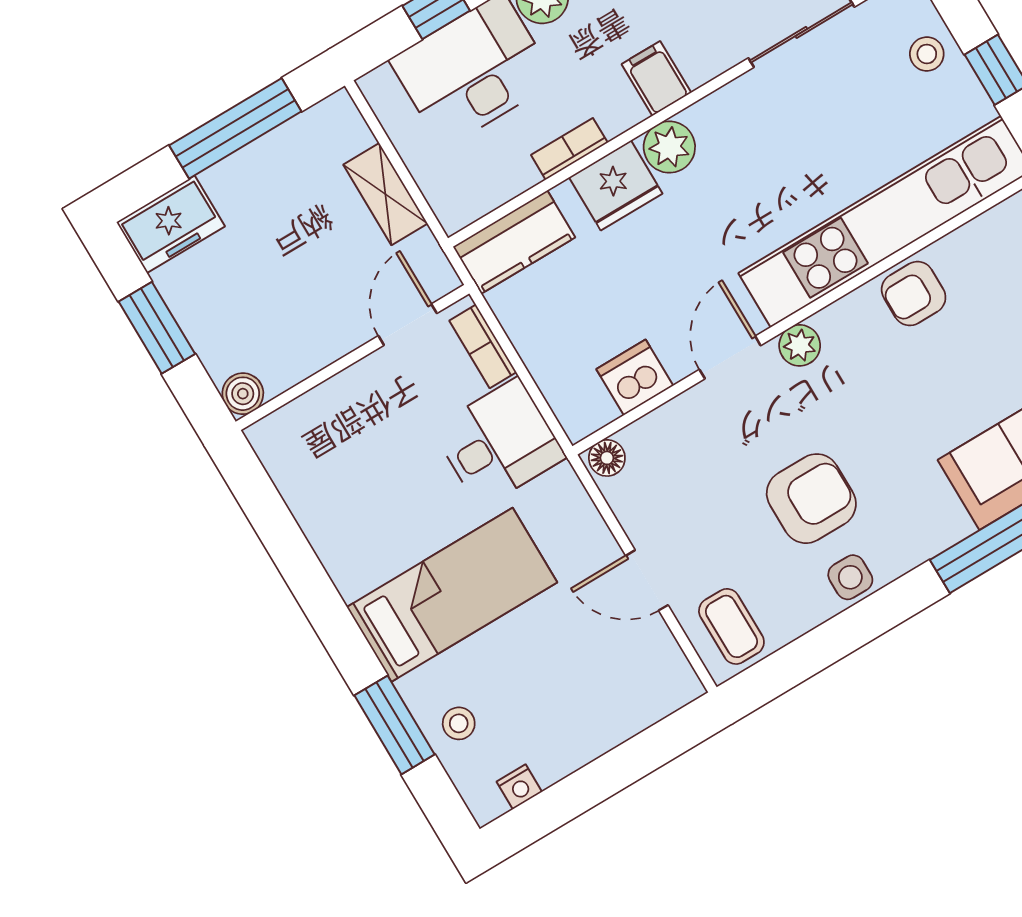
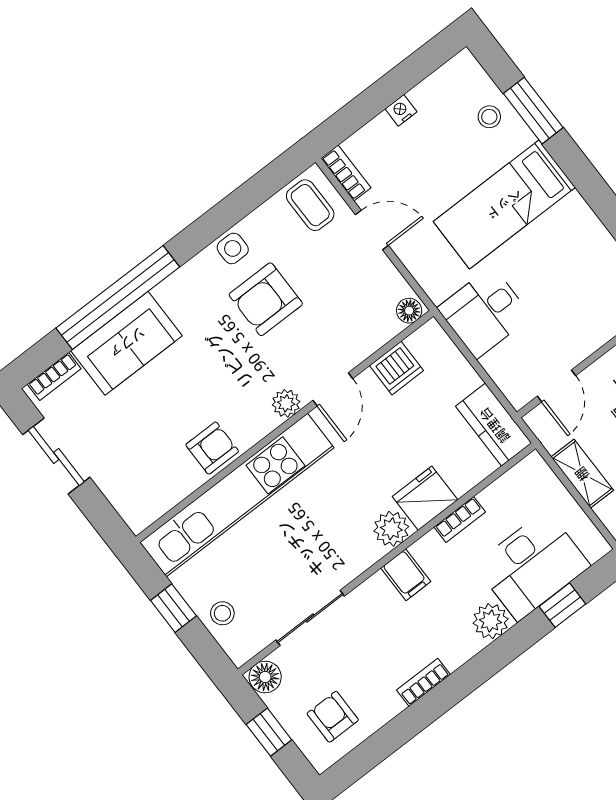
kitchen counter: (514, 242) -> (494, 425), moved, turned -90
bookcase: (483, 346) -> (346, 173), moved
nightstand: (519, 787) -> (401, 110), moved

